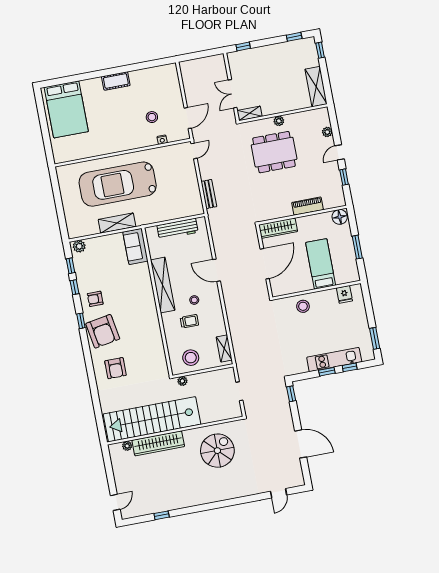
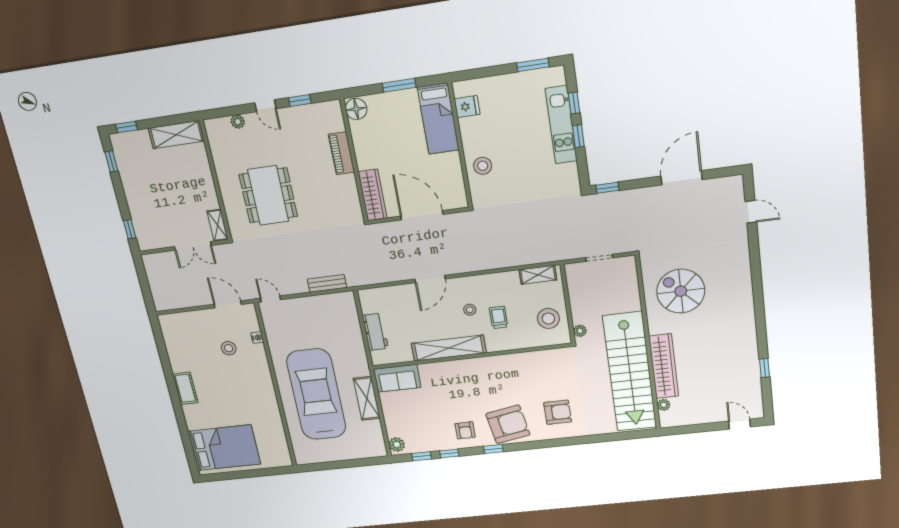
plant: (279, 121) -> (226, 187), removed
car: (118, 184) -> (316, 394), turned 180
workbench: (178, 229) -> (375, 332), width x0.73
bed: (321, 264) -> (438, 119), moved, turned -90

